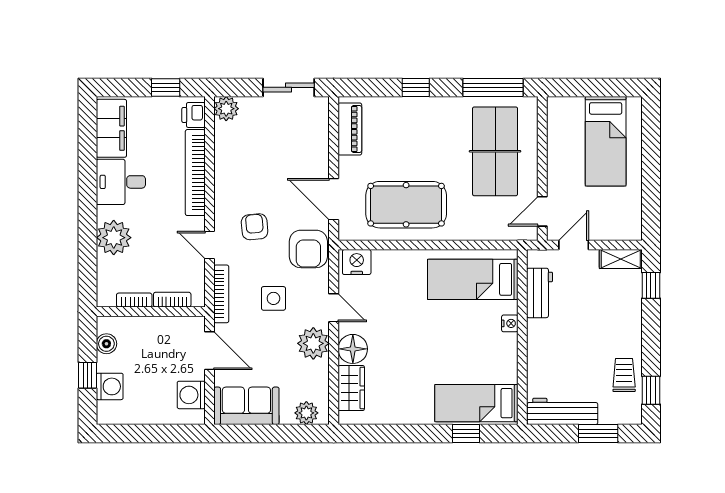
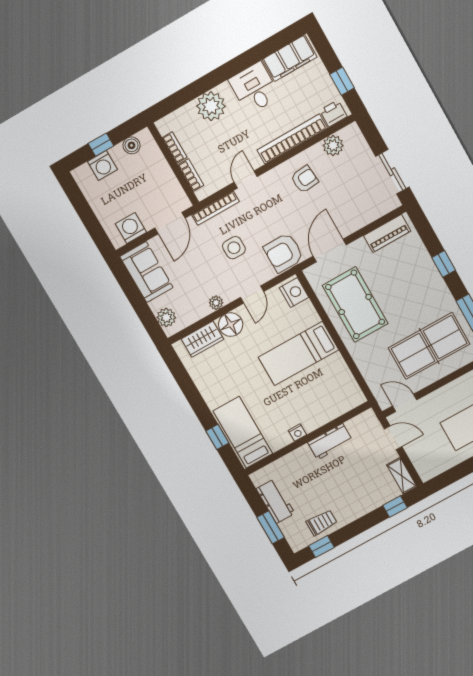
plant: (226, 109) -> (333, 145), moved
armchair: (255, 227) -> (304, 179), moved
bed: (473, 279) -> (298, 353), moved, turned -90
workbench: (540, 293) -> (330, 442), moved
nightstand: (510, 323) -> (297, 433), moved
plant: (313, 343) -> (216, 303), width x0.53, depth x0.53
workbench: (562, 411) -> (275, 501), width x0.73

